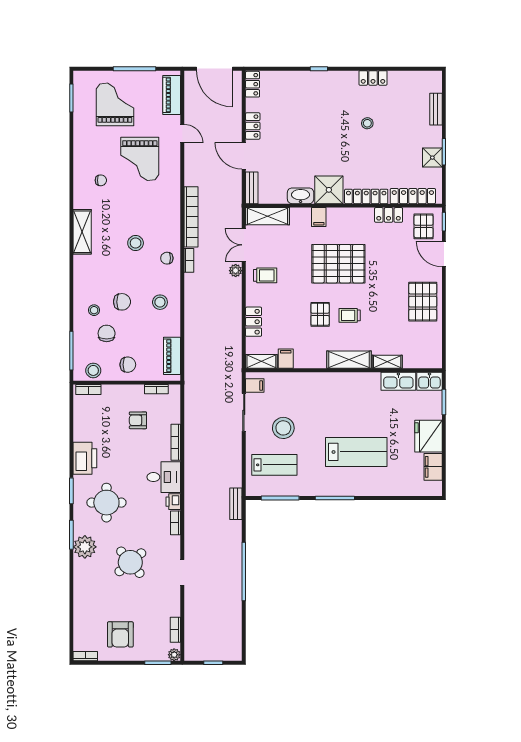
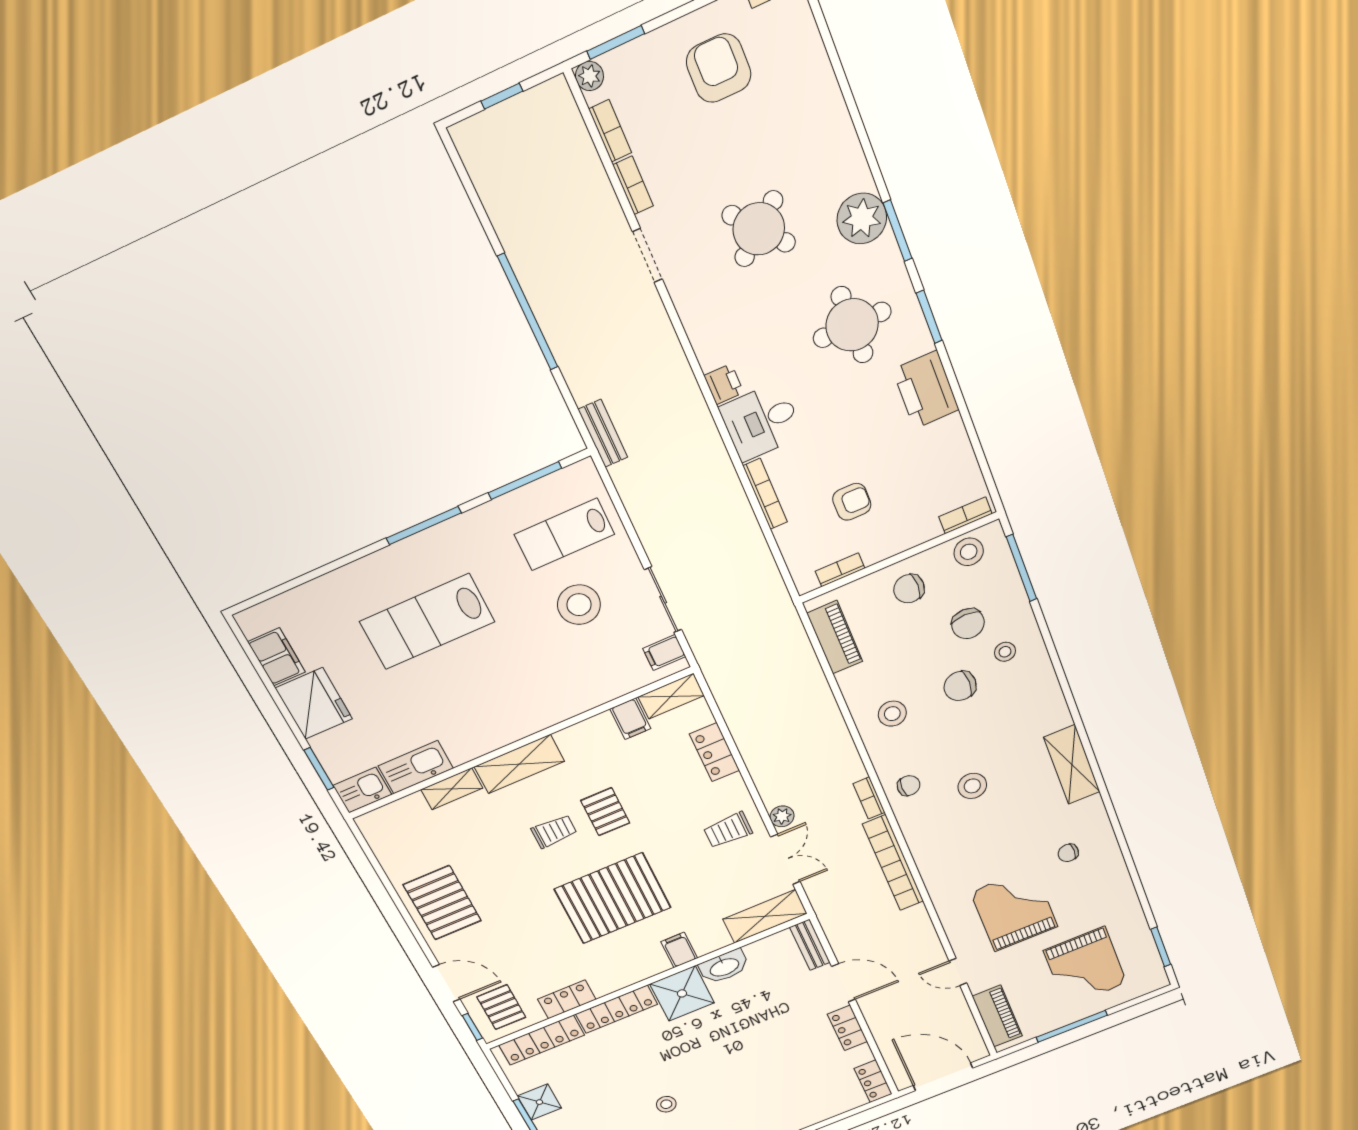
bookcase: (176, 523) -> (633, 185), moved

